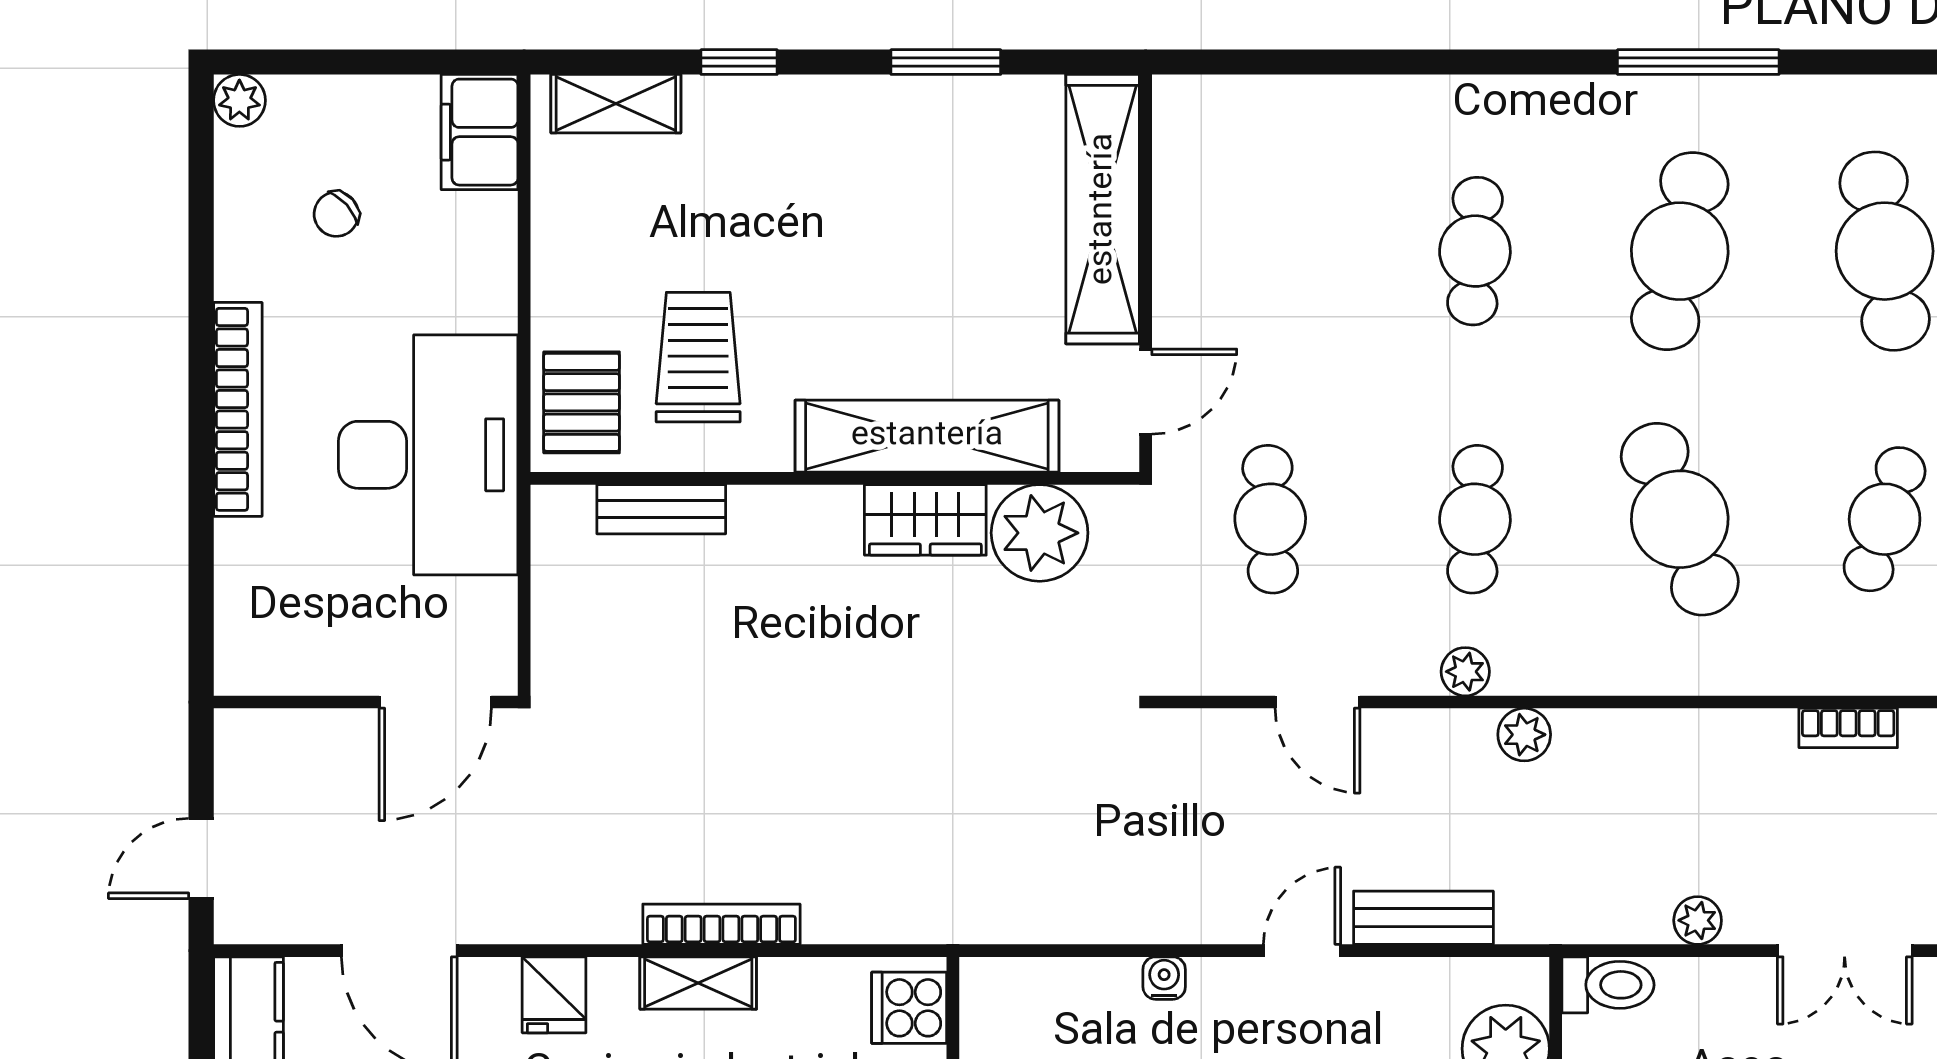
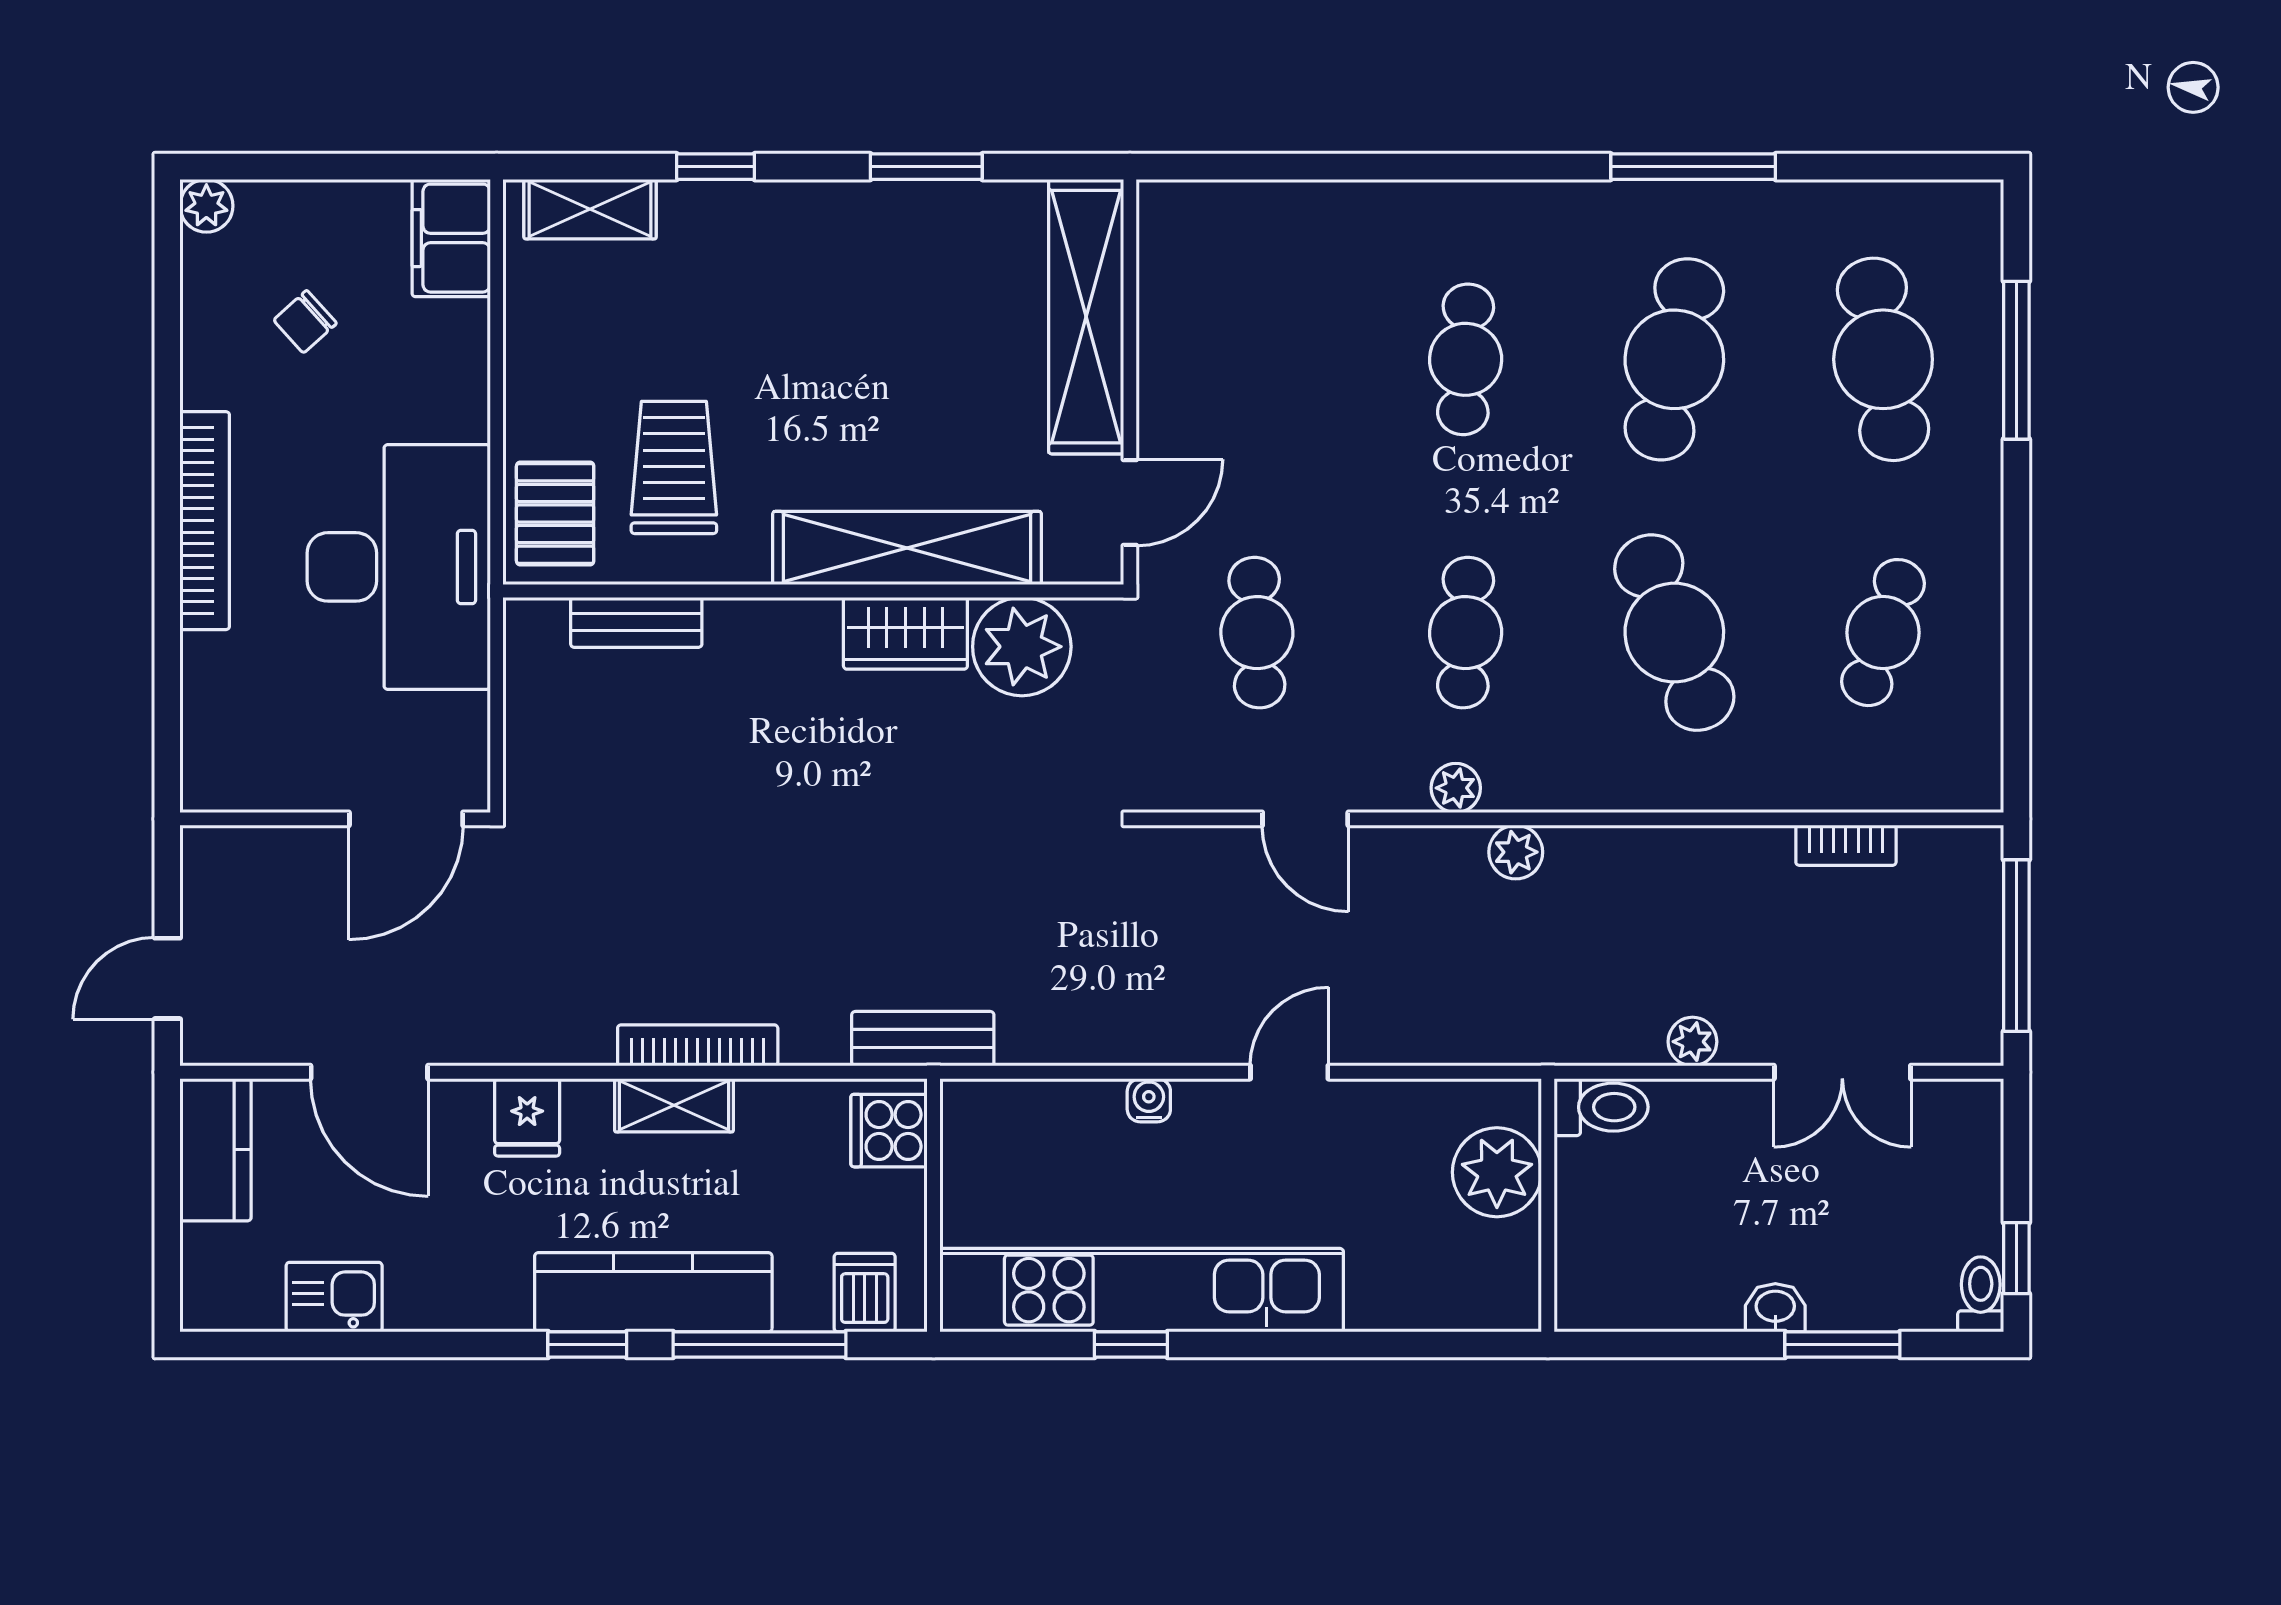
bench: (1423, 918) -> (923, 1039), moved

